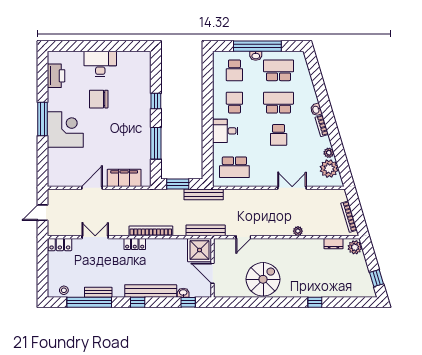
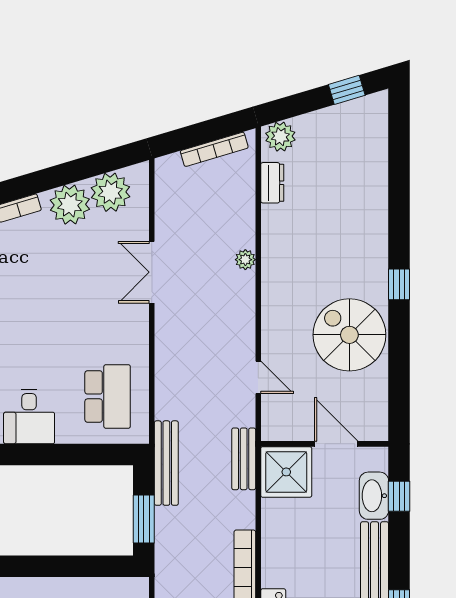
school desk: (279, 135) -> (38, 301), removed
window: (156, 143) -> (56, 566), removed
plant: (329, 153) -> (70, 205), width x1.88, depth x1.88
bench: (206, 230) -> (244, 459), width x0.73
door: (213, 273) -> (336, 444), swing flipped
washbasin: (183, 293) -> (374, 496), width x1.91, depth x1.45
window: (315, 302) -> (399, 284), moved

